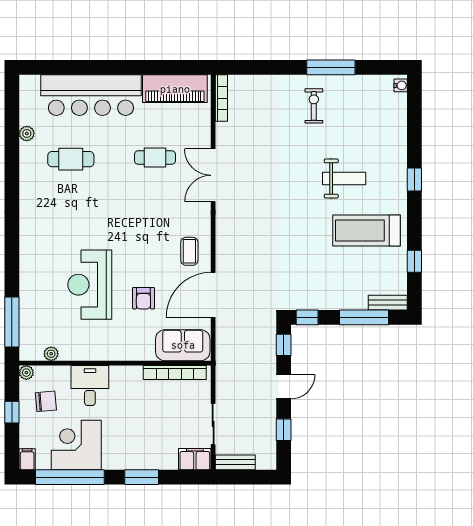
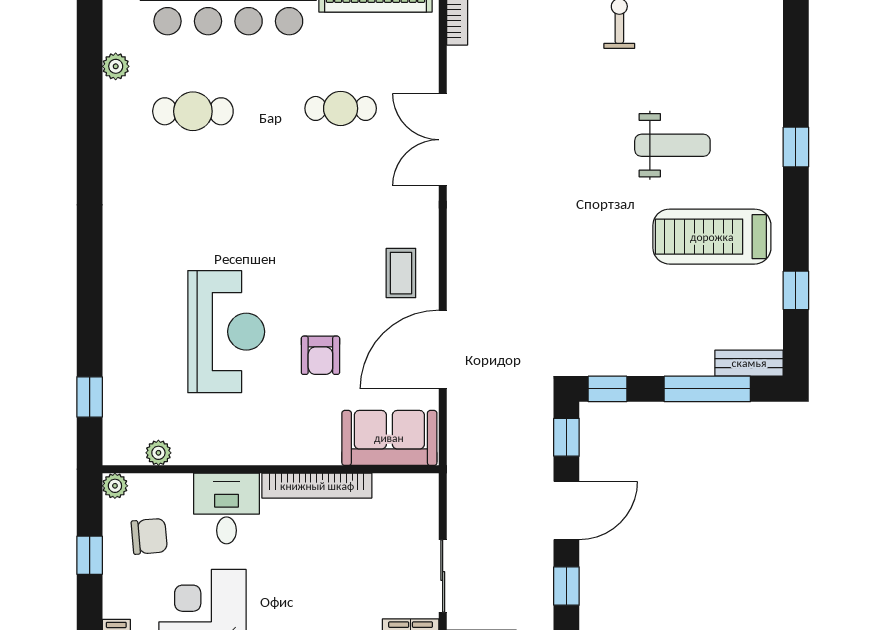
reception desk: (90, 285) -> (226, 332), turned 180
window: (12, 322) -> (90, 397), width x0.46
bookcase: (175, 372) -> (317, 486), moved
door: (284, 387) -> (566, 510), width x1.38

